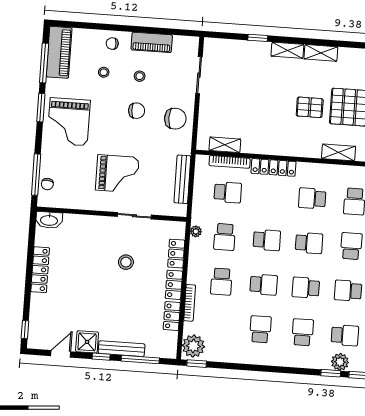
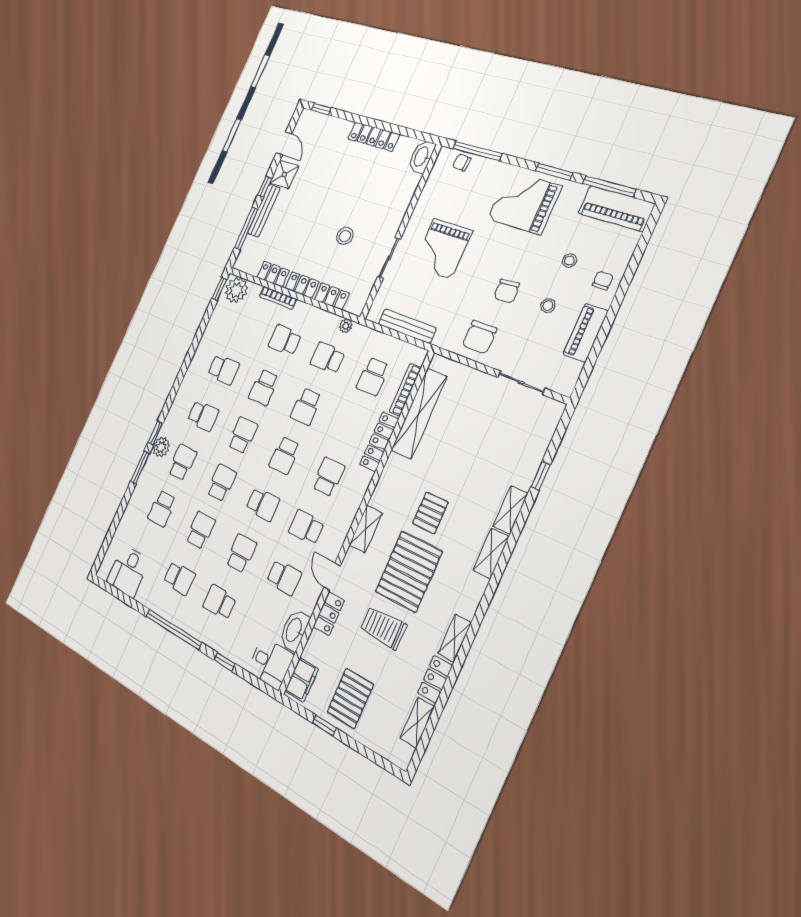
shelving: (225, 145) -> (419, 414), width x2.20, depth x1.33
school desk: (345, 335) -> (182, 462), turned 180

